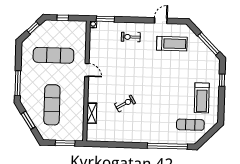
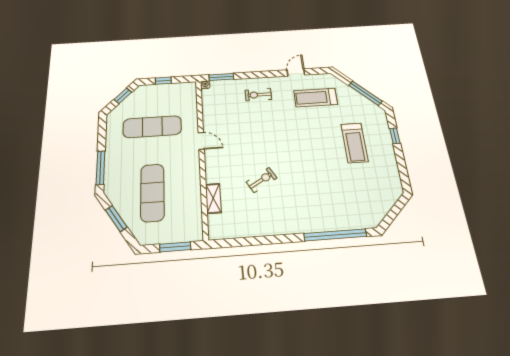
treadmill: (172, 44) -> (316, 98), turned 180
treadmill: (202, 98) -> (355, 143), moved
exercise mat: (190, 125) -> (364, 200), removed

